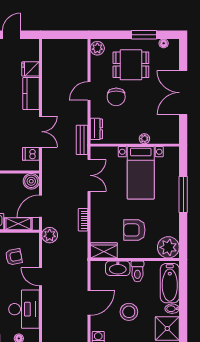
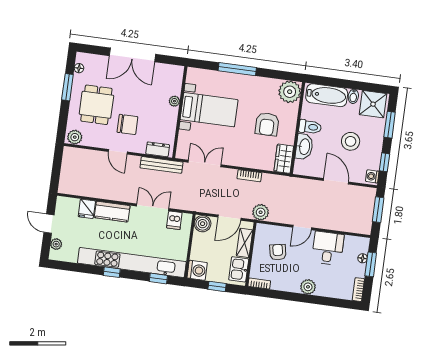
bench: (82, 140) -> (161, 165), width x1.36
door: (40, 206) -> (229, 218), hinge flipped
desk: (24, 309) -> (328, 248), width x0.73

